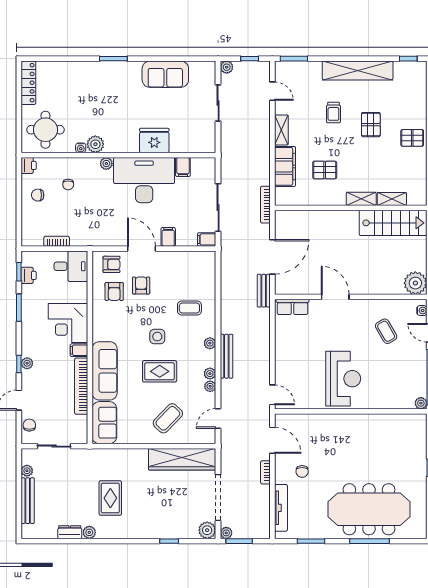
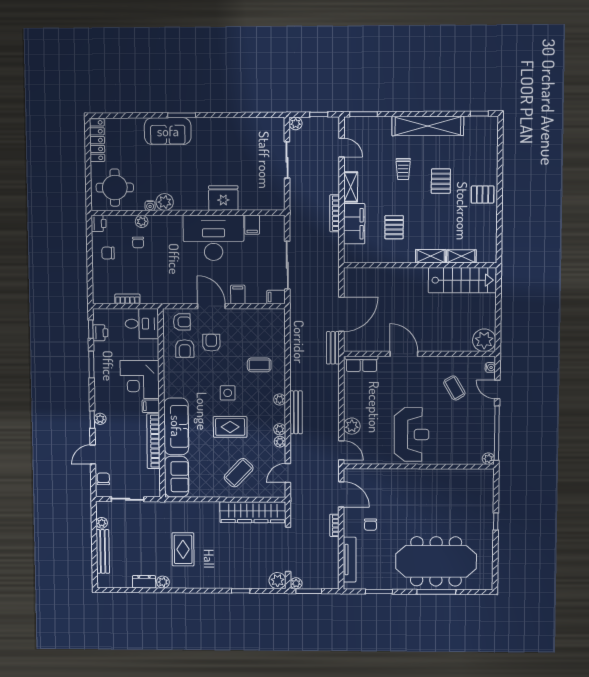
sofa: (165, 74) -> (168, 131), moved
plant: (106, 164) -> (142, 221), moved
pallet: (325, 170) -> (394, 227), turned 90
bookcase: (265, 205) -> (335, 213), moved
plant: (283, 370) -> (352, 426), added

